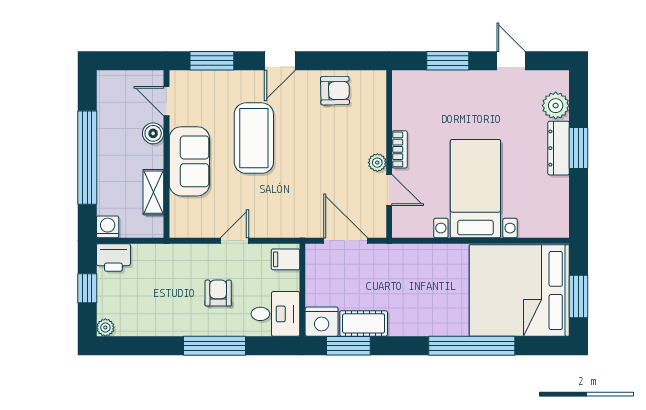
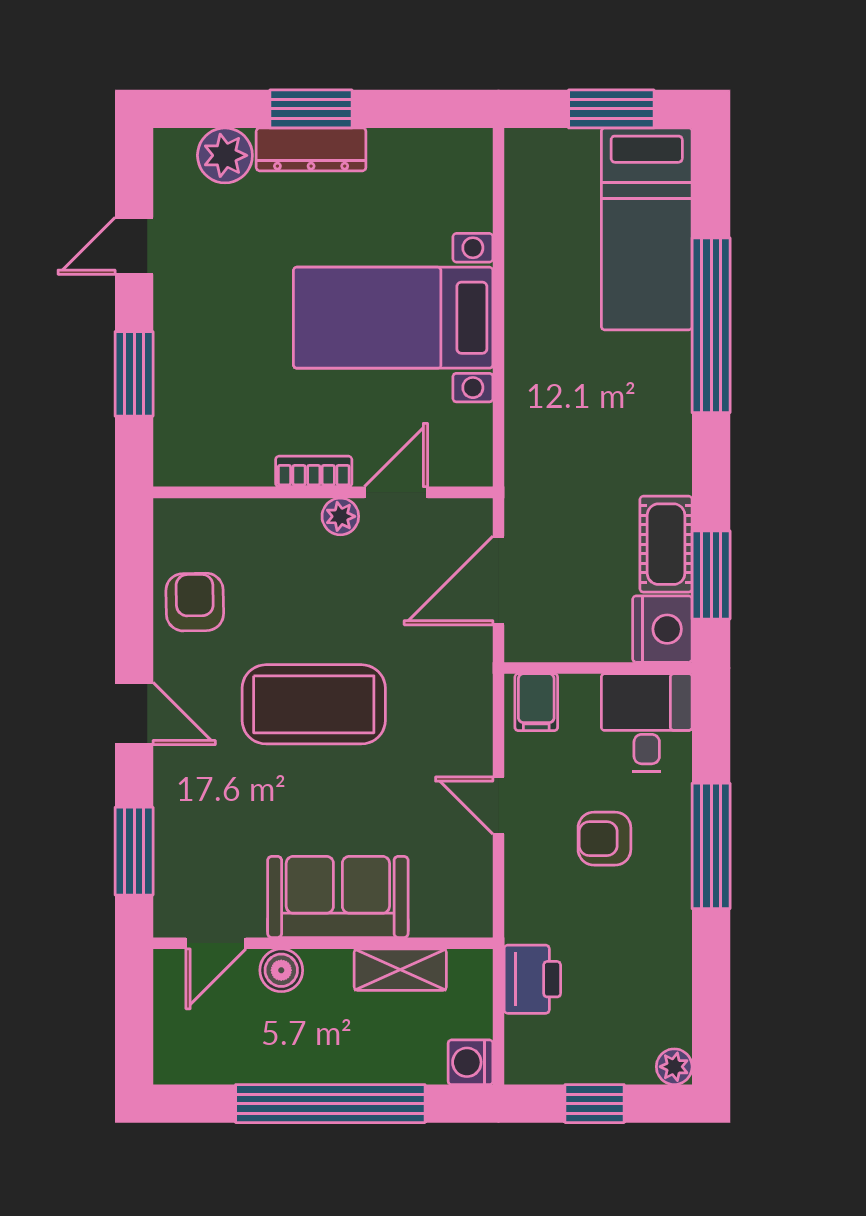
coffee table: (254, 138) -> (314, 704), moved
printer: (113, 257) -> (532, 979), moved
bed: (519, 290) -> (647, 229), width x0.49

